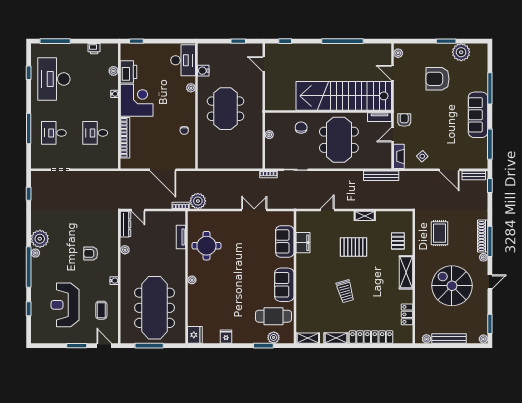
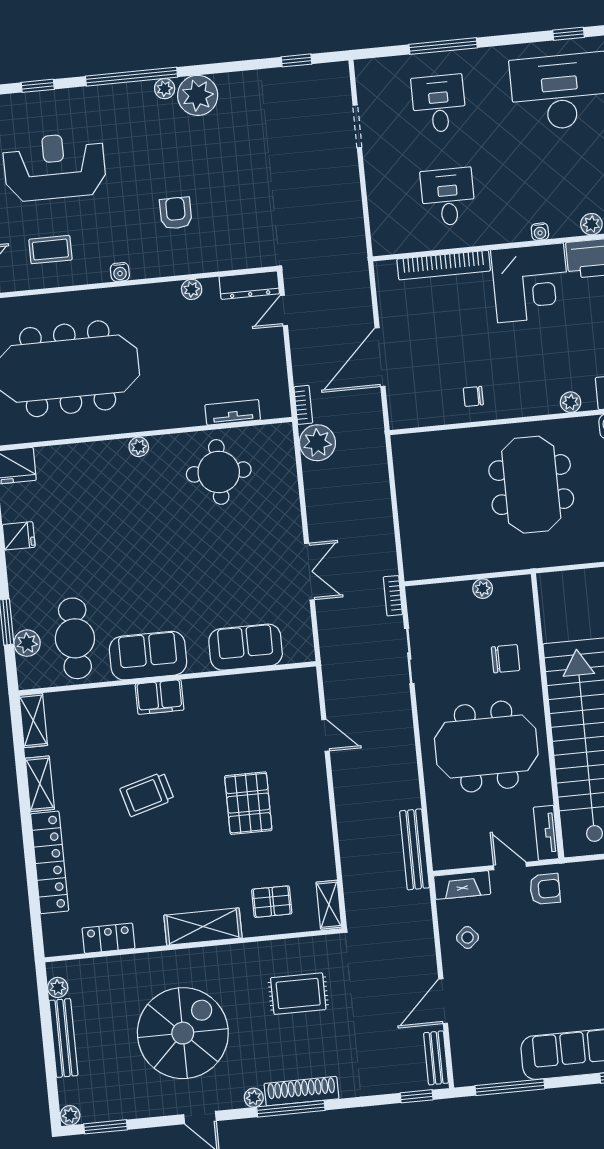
meeting table: (226, 109) -> (531, 485), turned 90
shelving: (365, 216) -> (329, 905), moved
filing cabinet: (303, 243) -> (160, 697), moved

